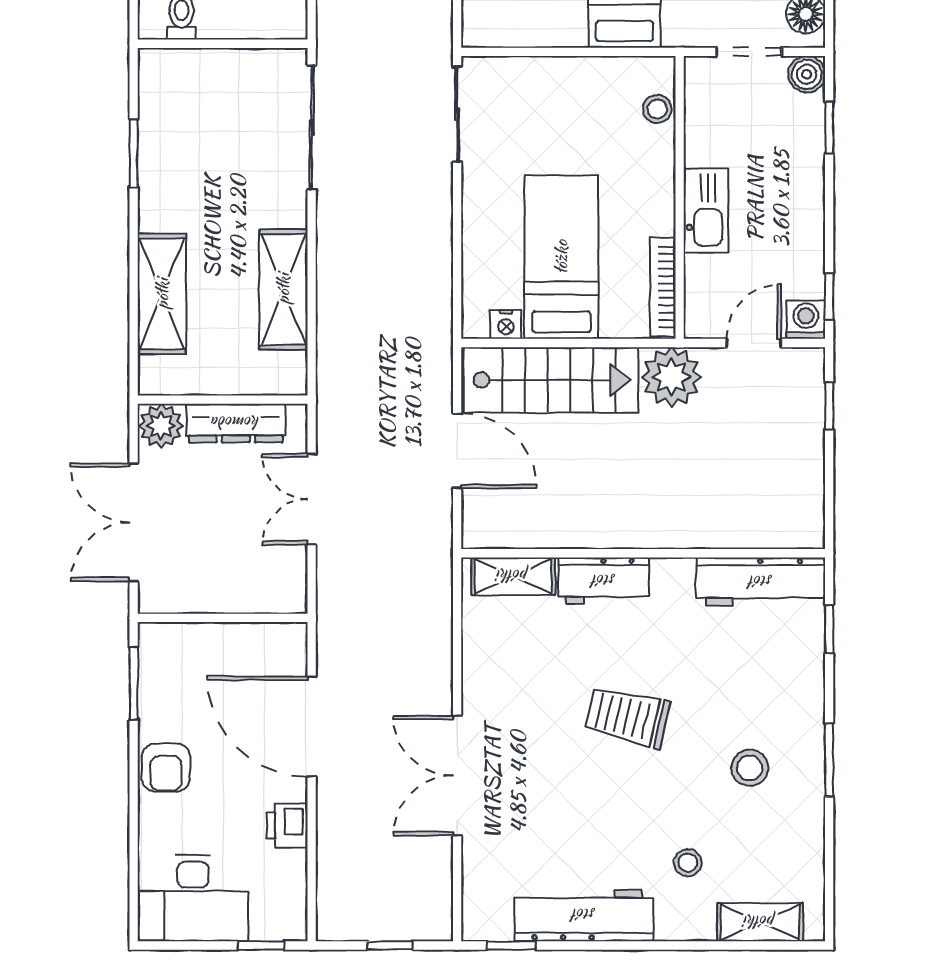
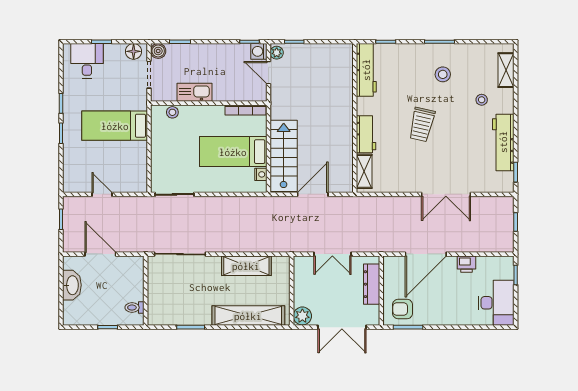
kitchen sink: (706, 211) -> (195, 92), moved
shelving: (162, 294) -> (248, 316), width x1.47
plant: (671, 377) -> (277, 53), moved, width x0.53, depth x0.53
dresser: (236, 423) -> (372, 284), moved, turned 180
armchair: (166, 767) -> (403, 309), moved, turned 180

